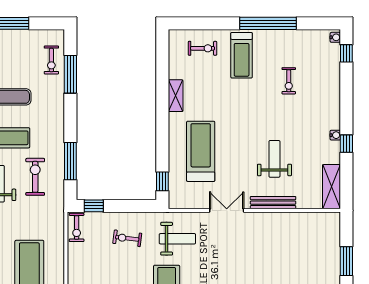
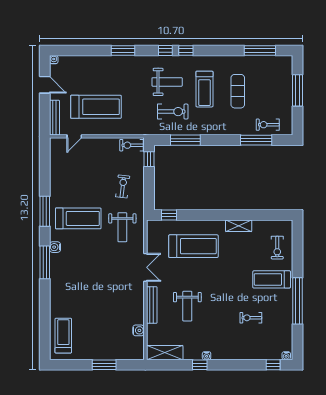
weight bench: (274, 159) -> (187, 306), turned 90
water cooler: (304, 219) -> (138, 330), added

